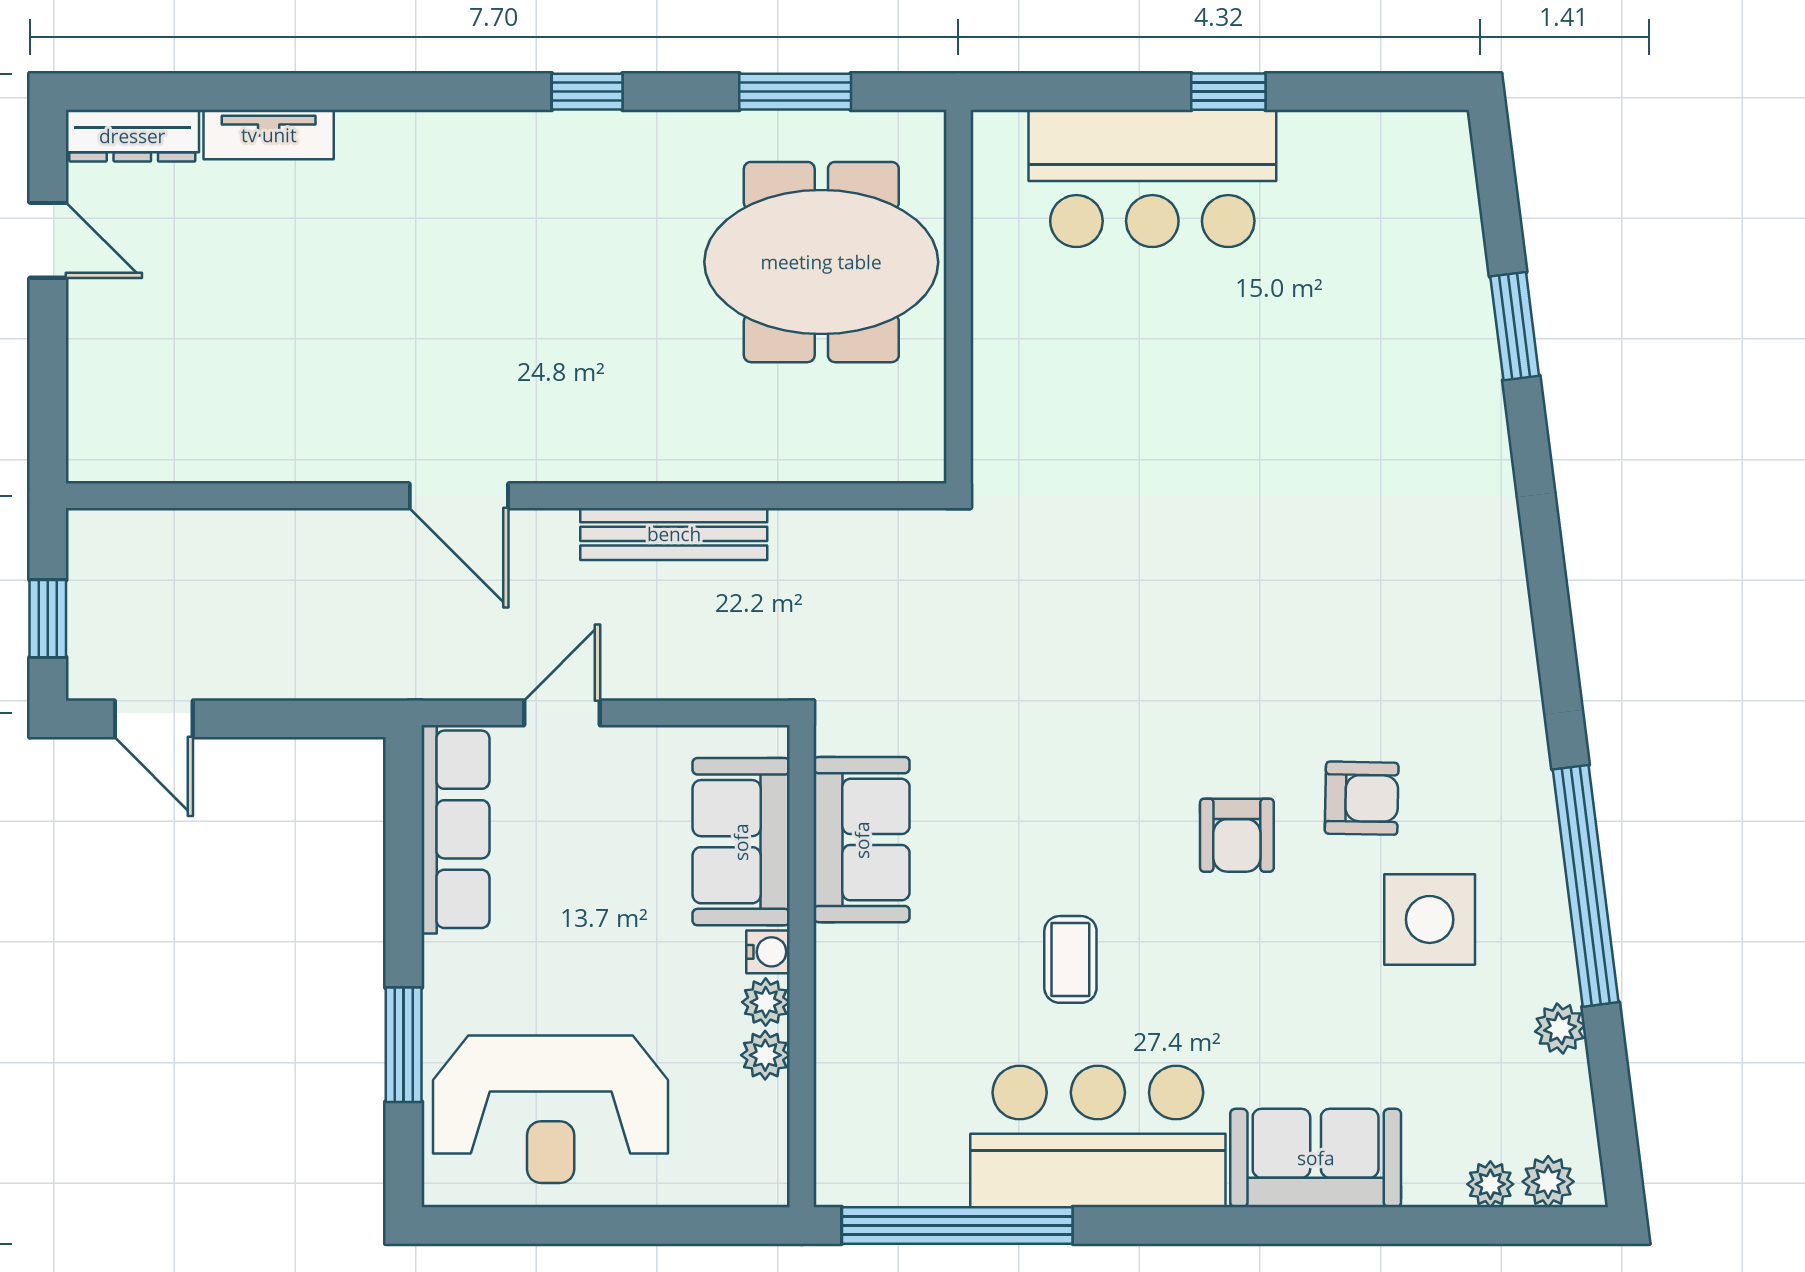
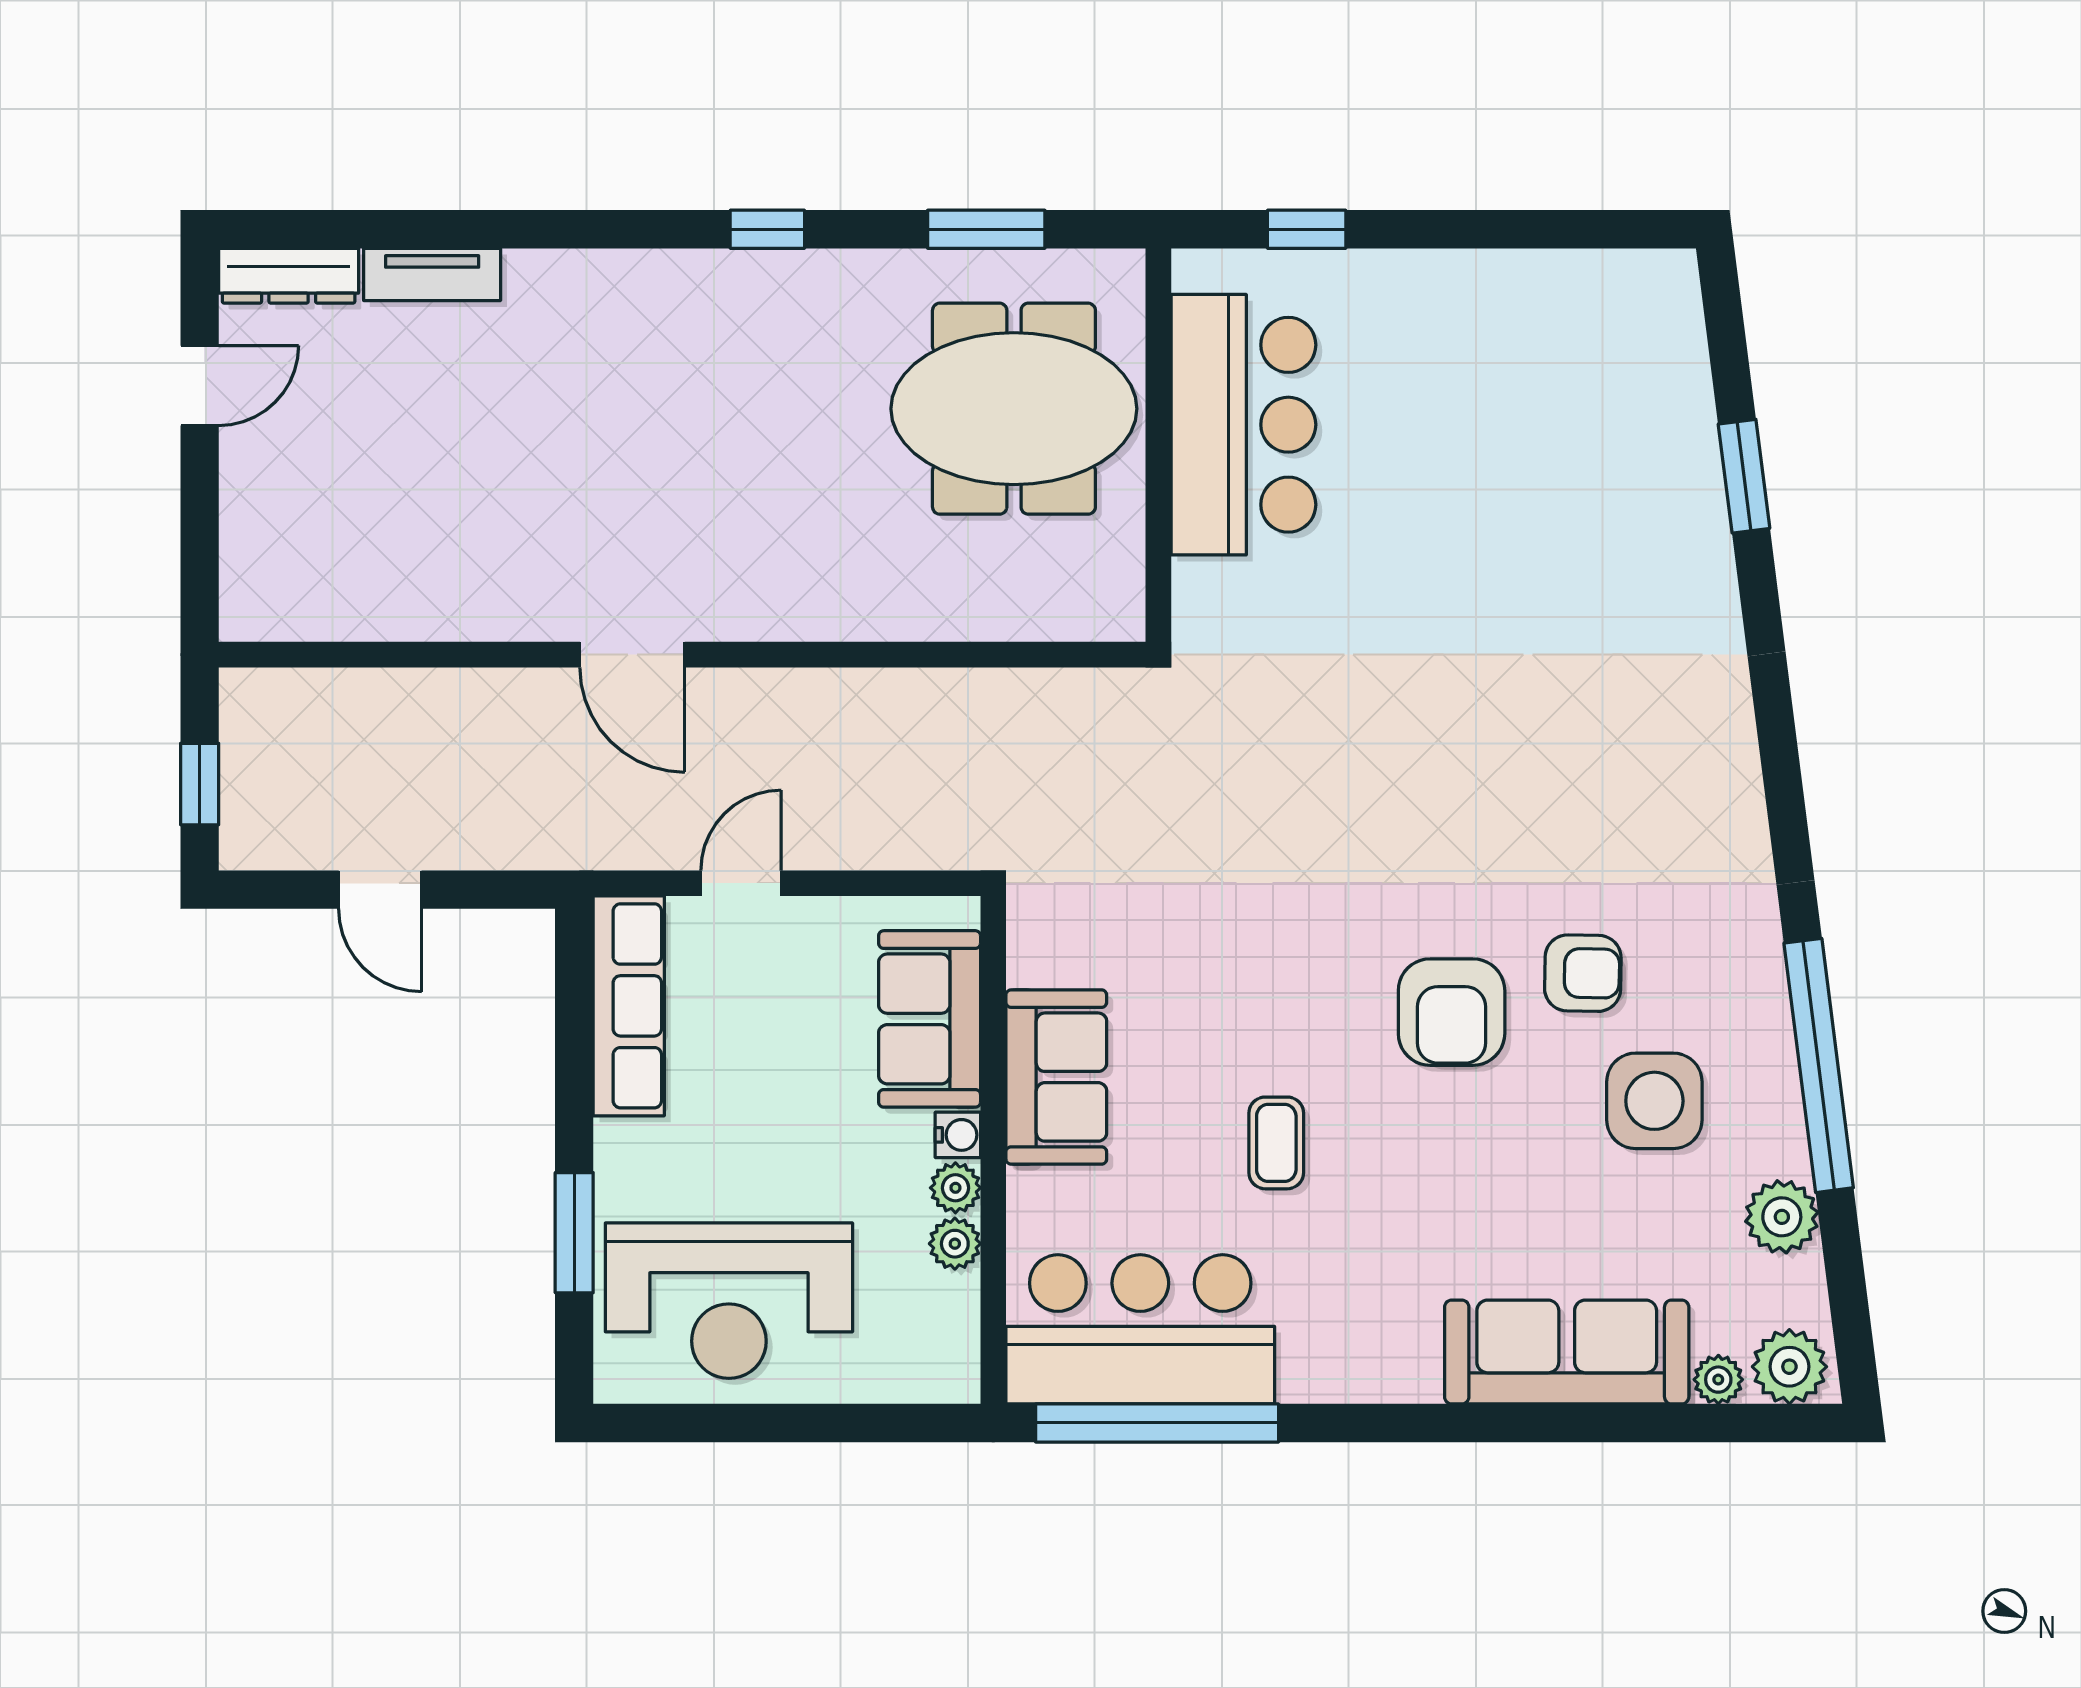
window: (1228, 92) -> (1307, 229), moved
bar counter: (1152, 178) -> (1243, 425), moved, turned -90
door: (48, 240) -> (200, 386), hinge flipped
bench: (674, 534) -> (859, 695), removed
door: (154, 719) -> (380, 890), moved
armchair: (1237, 835) -> (1452, 1012), width x1.38, depth x1.38
sofa: (862, 840) -> (1056, 1077), moved
plant: (1560, 1028) -> (1782, 1217), width x1.38, depth x1.38
bar counter: (1098, 1136) -> (1140, 1329), moved
sofa: (1316, 1158) -> (1567, 1352), width x1.36
plant: (1548, 1182) -> (1789, 1367), width x1.38, depth x1.38

